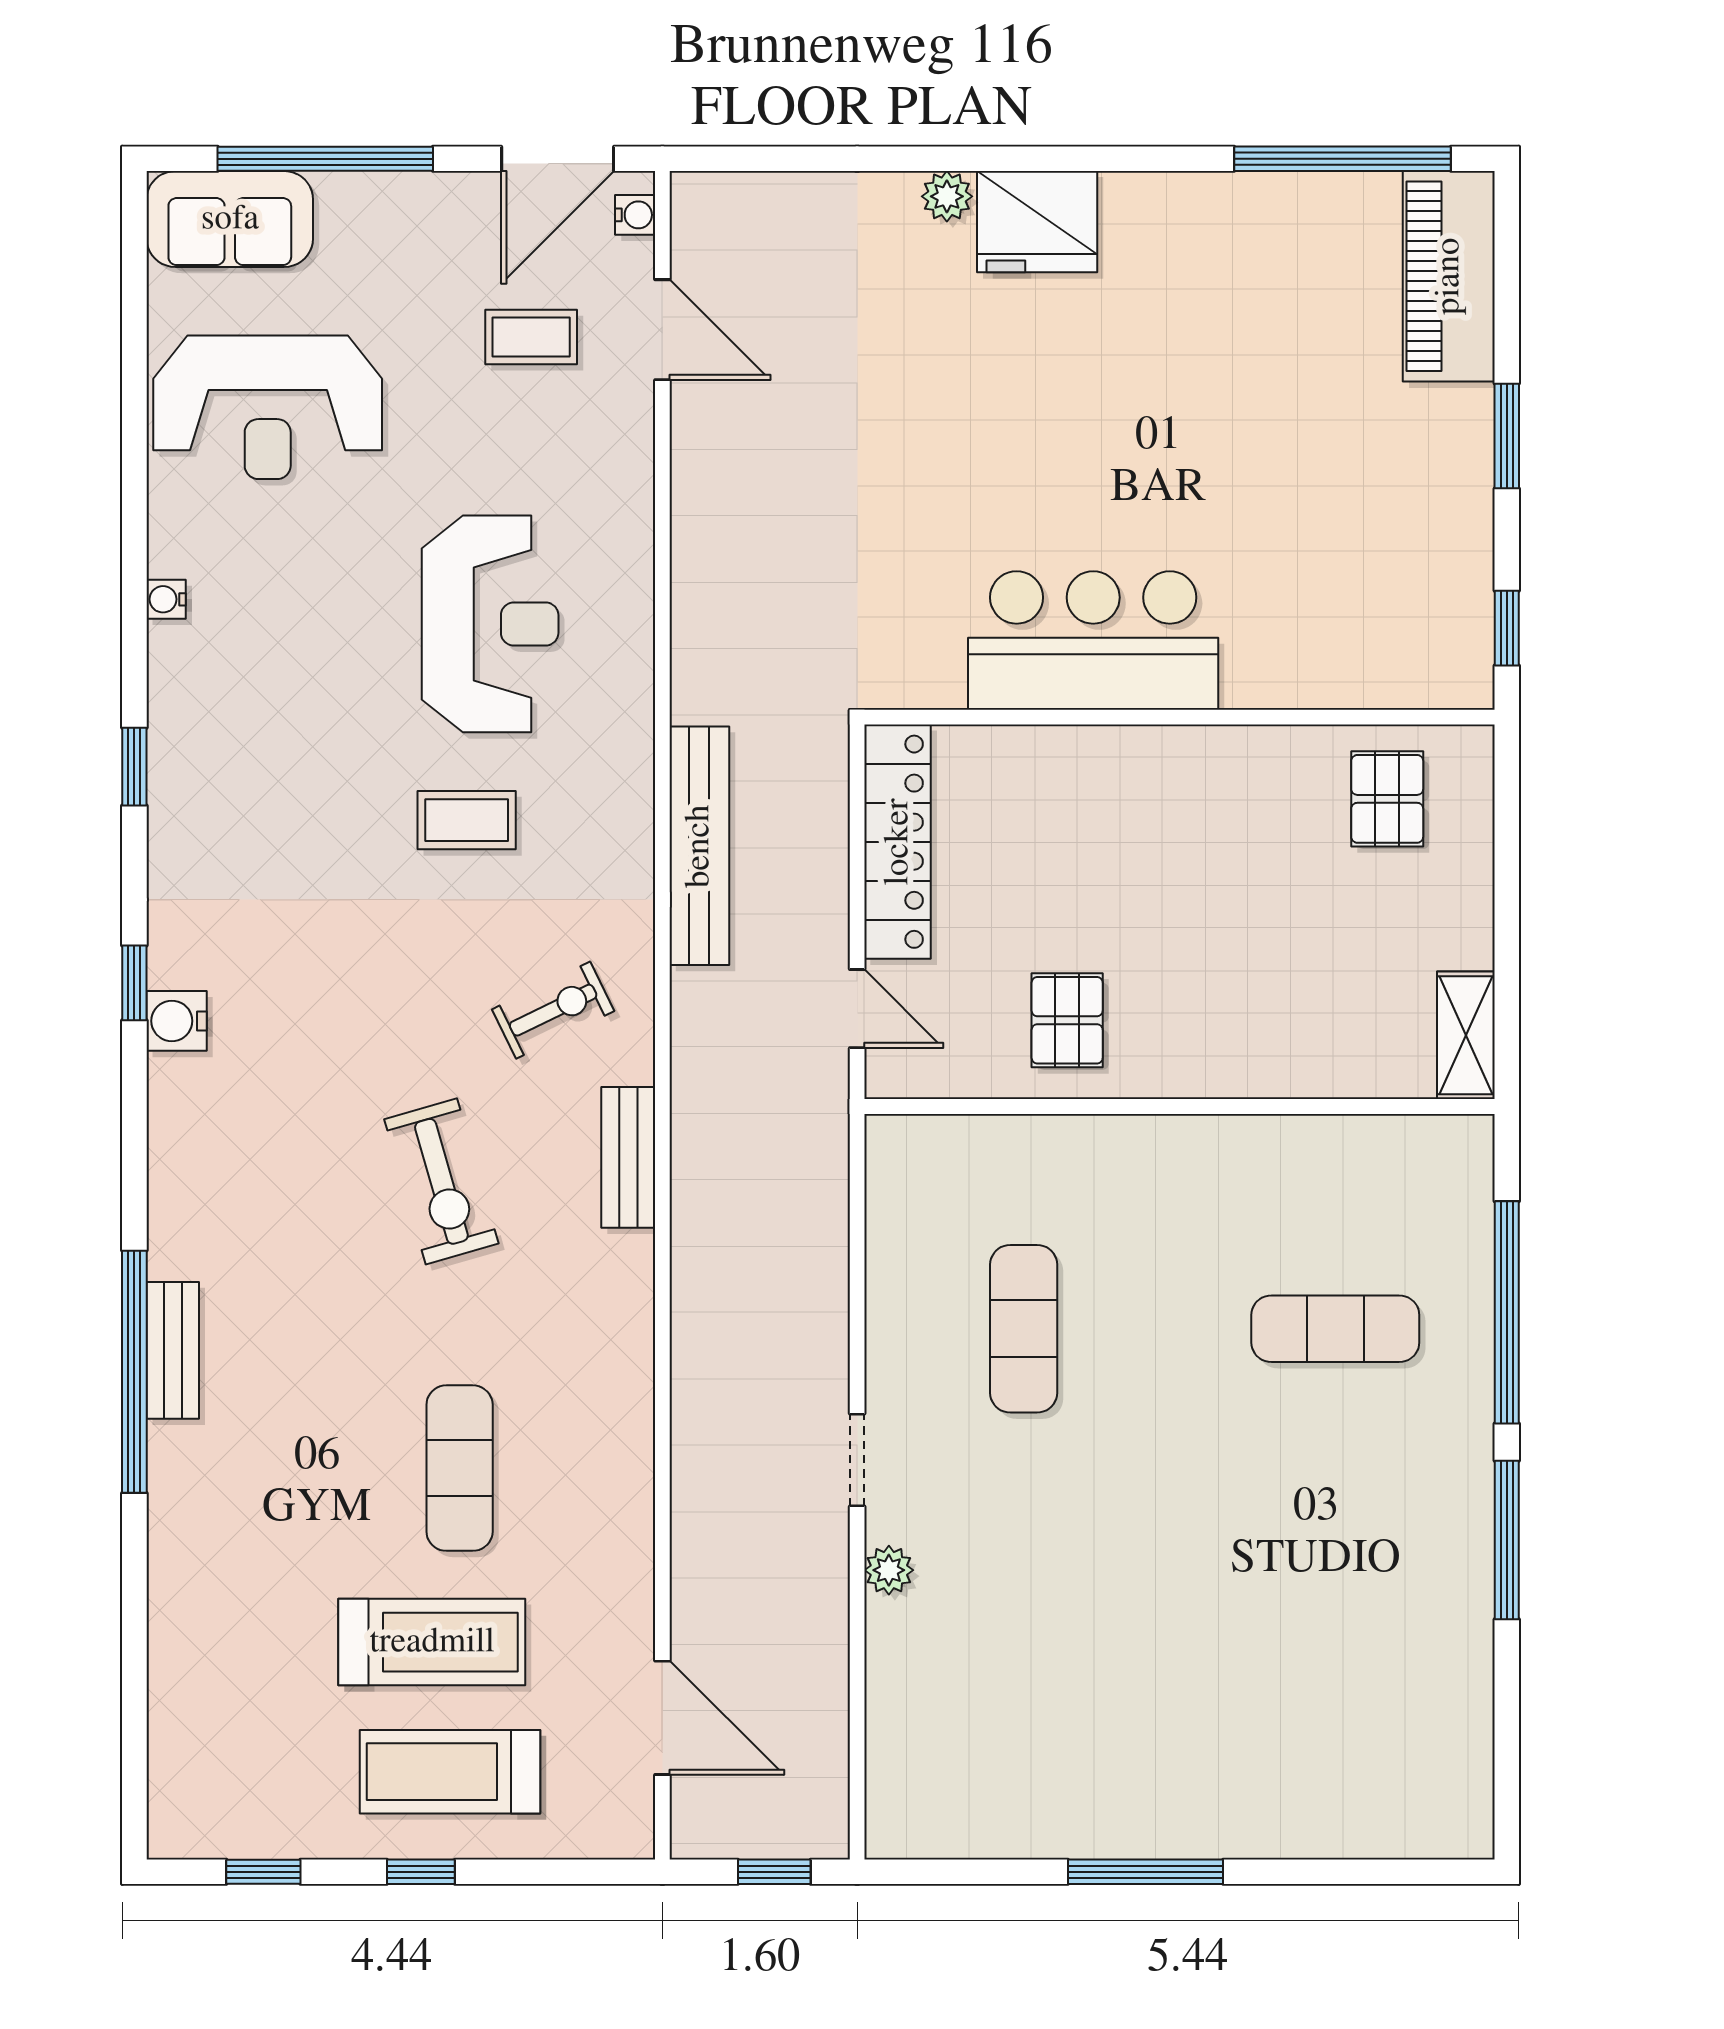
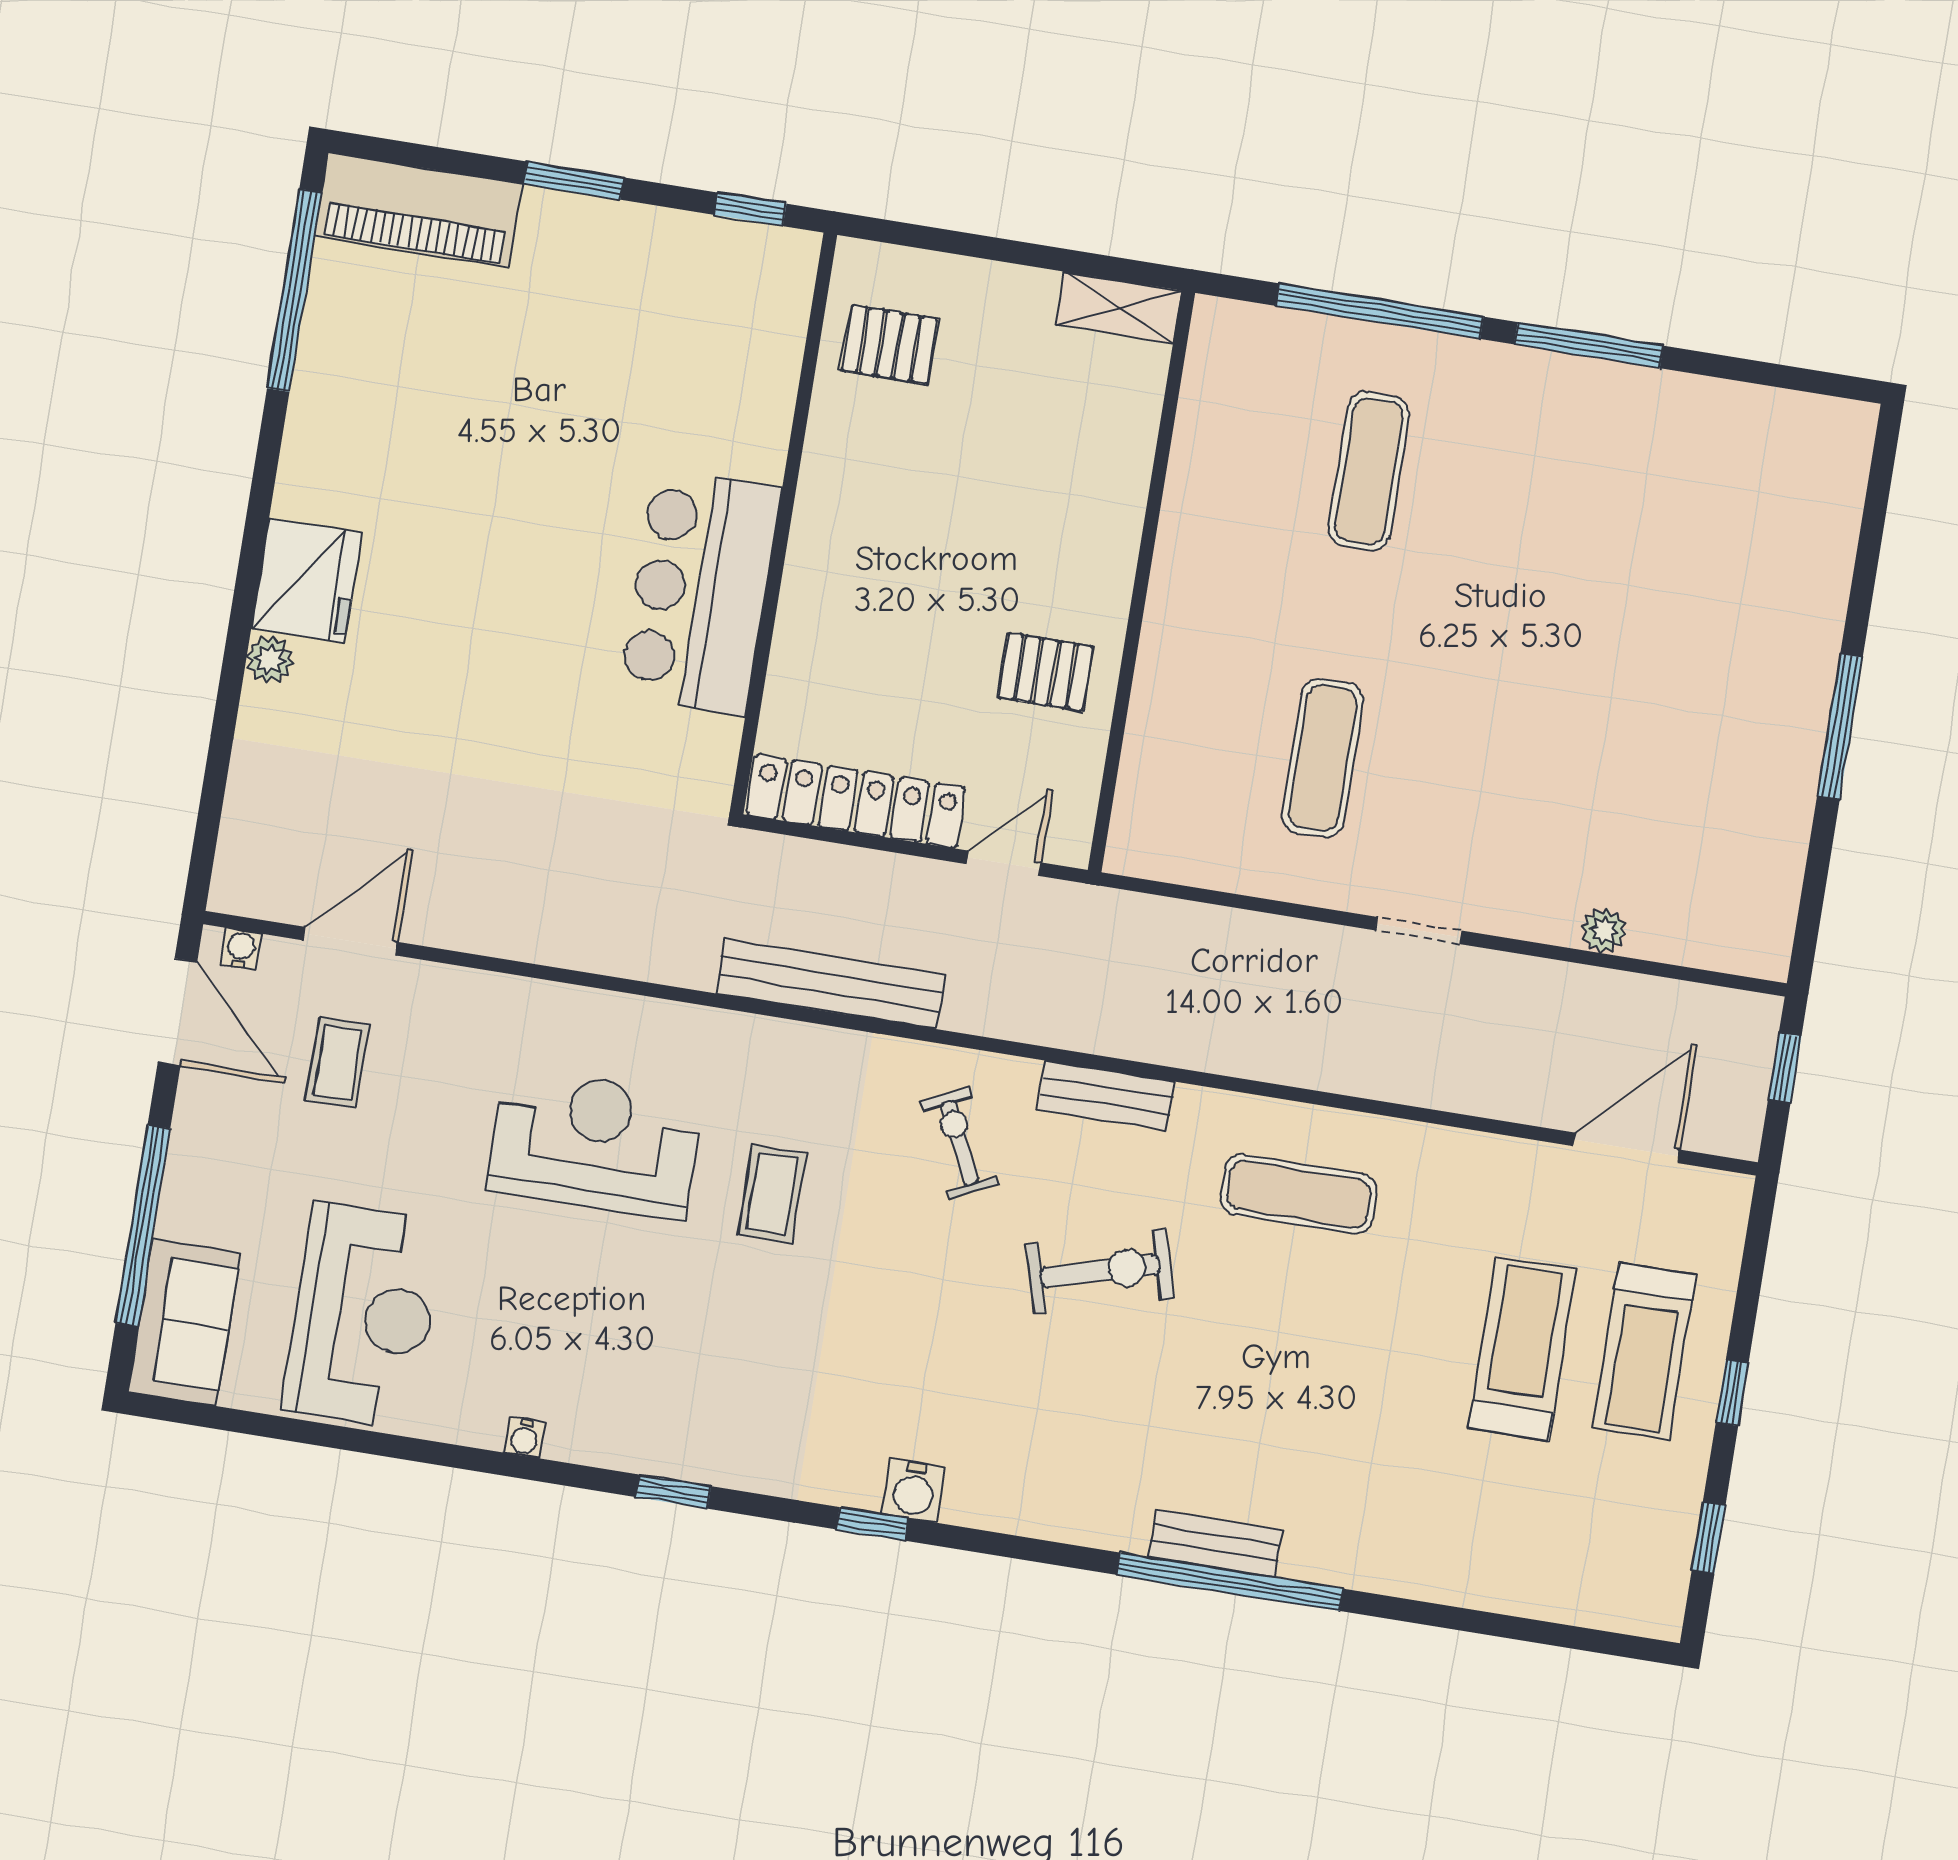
exercise mat: (1024, 1329) -> (1323, 758), turned 90
exercise mat: (460, 1468) -> (1299, 1194), moved
plant: (889, 1570) -> (1604, 931), moved

